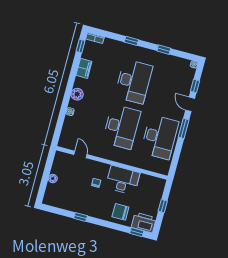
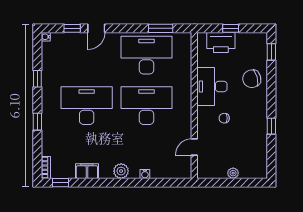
window: (184, 128) -> (161, 28), moved
chair: (120, 212) -> (252, 79), turned 76
printer: (144, 223) -> (221, 43), moved, turned -90

